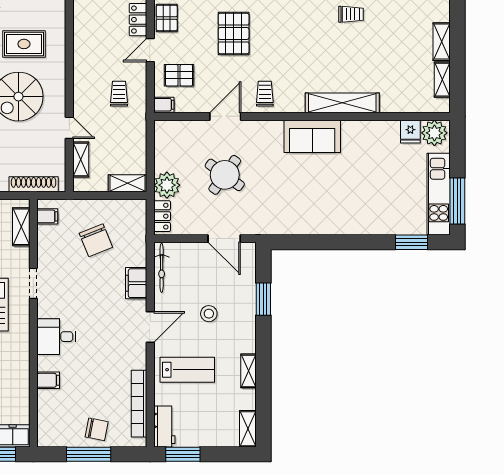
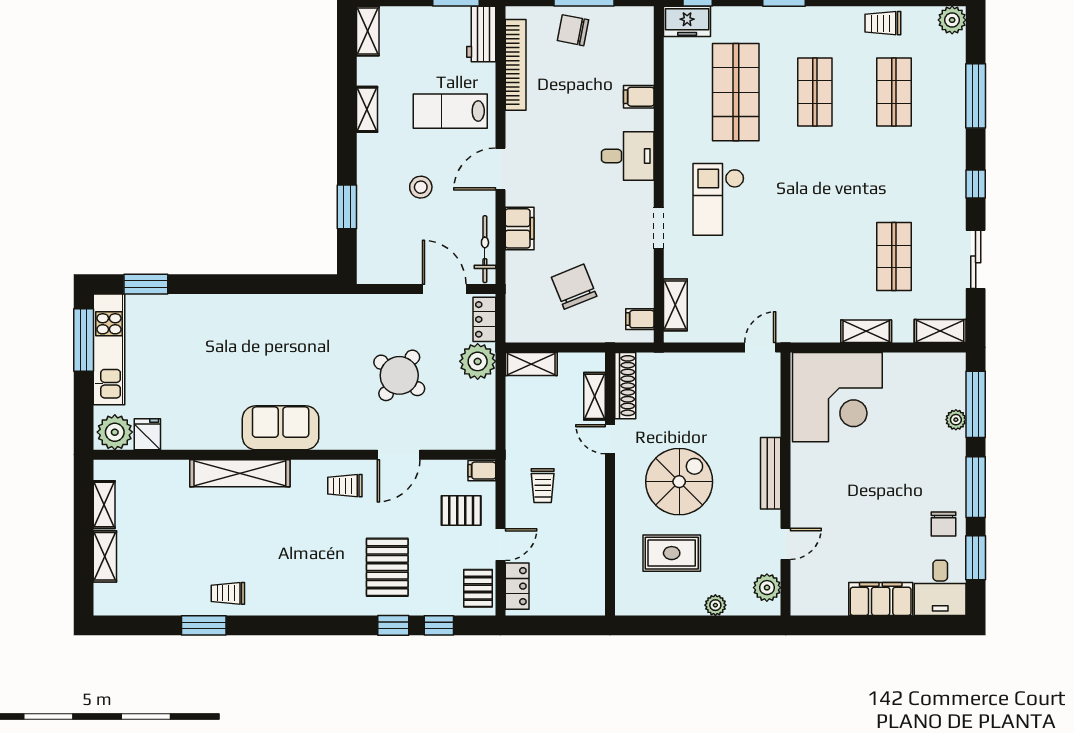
trolley: (265, 94) -> (345, 486), turned 90
shoe rack: (34, 184) -> (625, 386), moved, turned -90
door: (224, 239) -> (444, 289), moved

